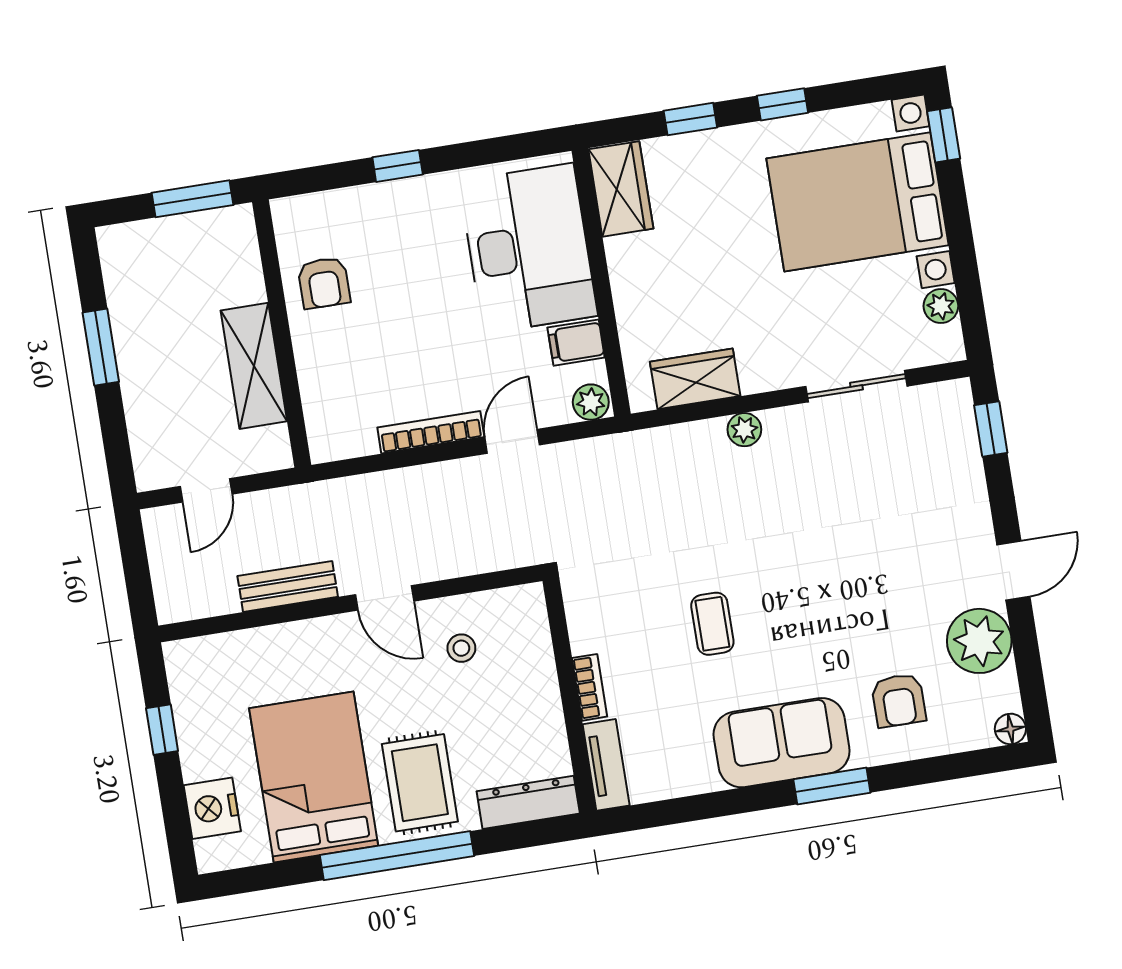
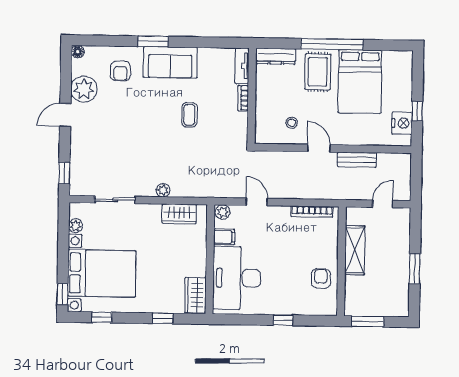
window: (782, 104) -> (102, 317), moved
bookcase: (431, 432) -> (312, 212), moved
door: (512, 441) -> (257, 202), swing flipped
armchair: (899, 700) -> (120, 71), turned 180
nightstand: (212, 808) -> (402, 123), moved

